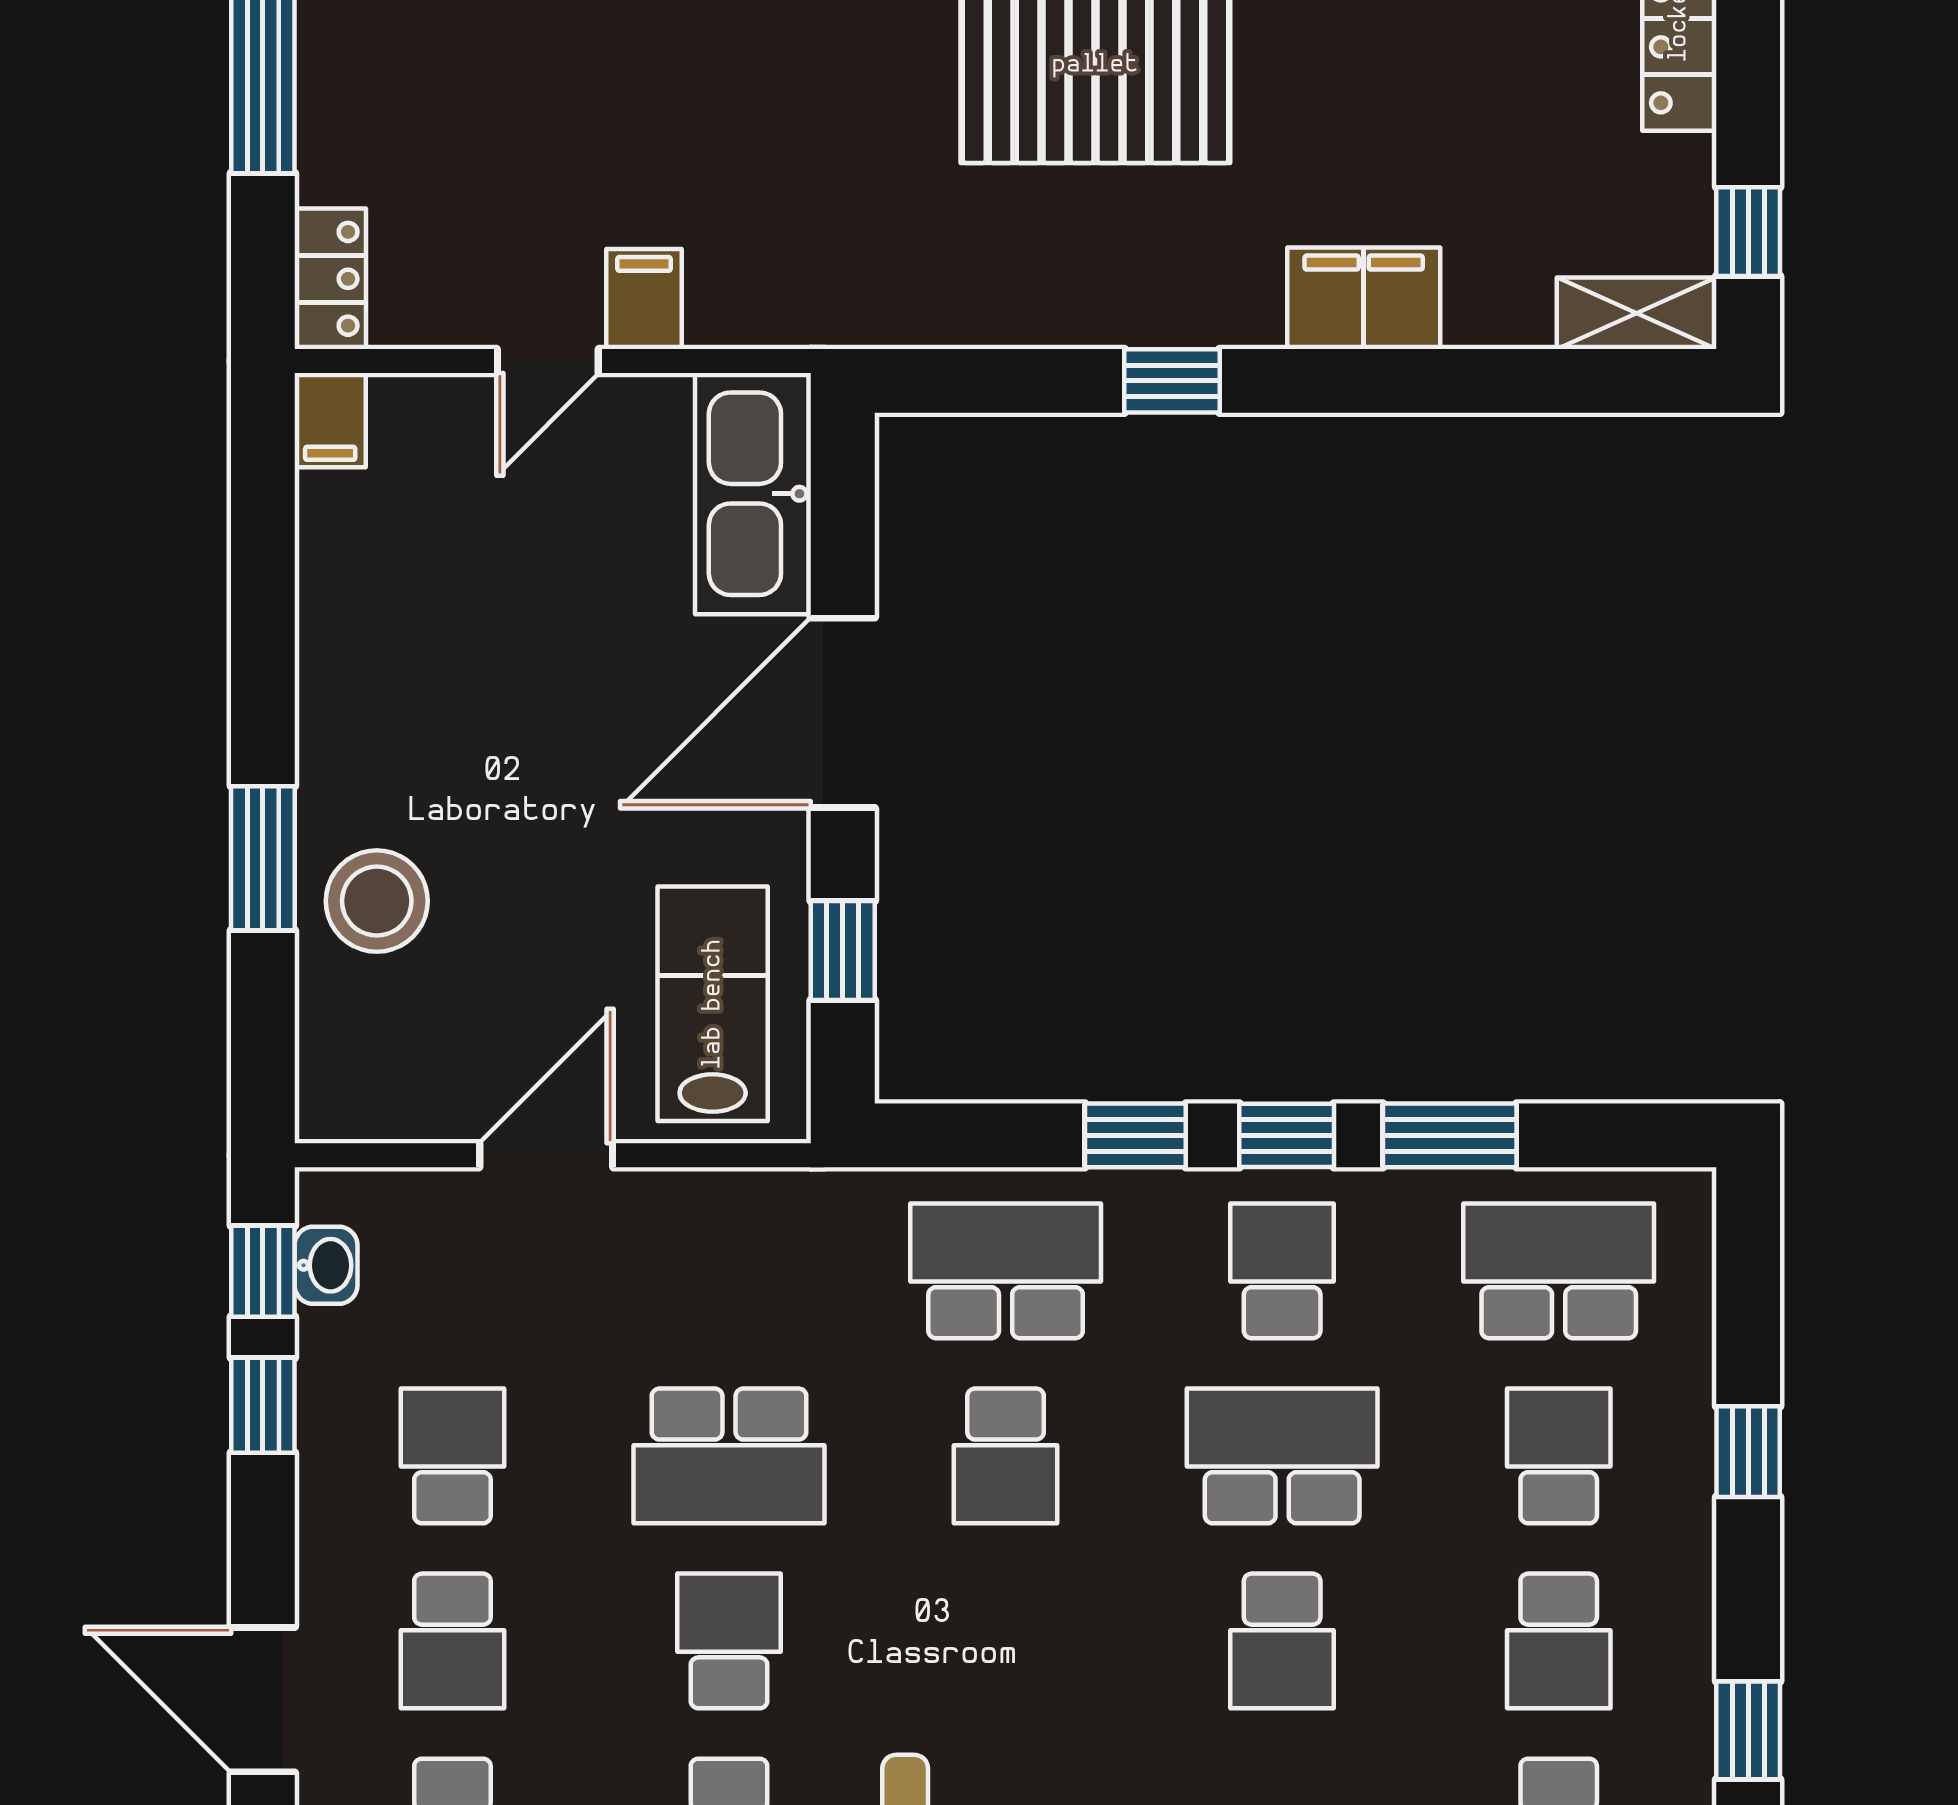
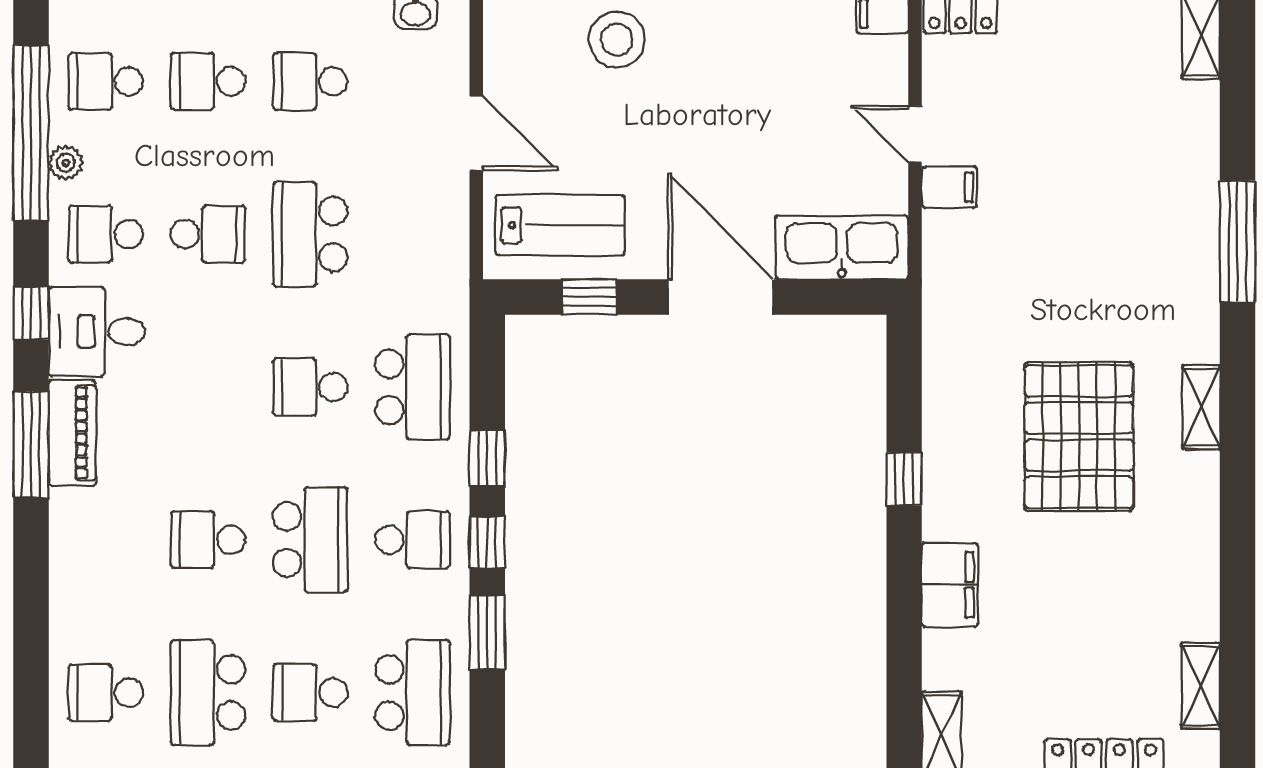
school desk: (452, 1456) -> (310, 81), turned 180
school desk: (1559, 1456) -> (310, 693), turned 180
school desk: (1559, 1641) -> (208, 693), width x1.85

